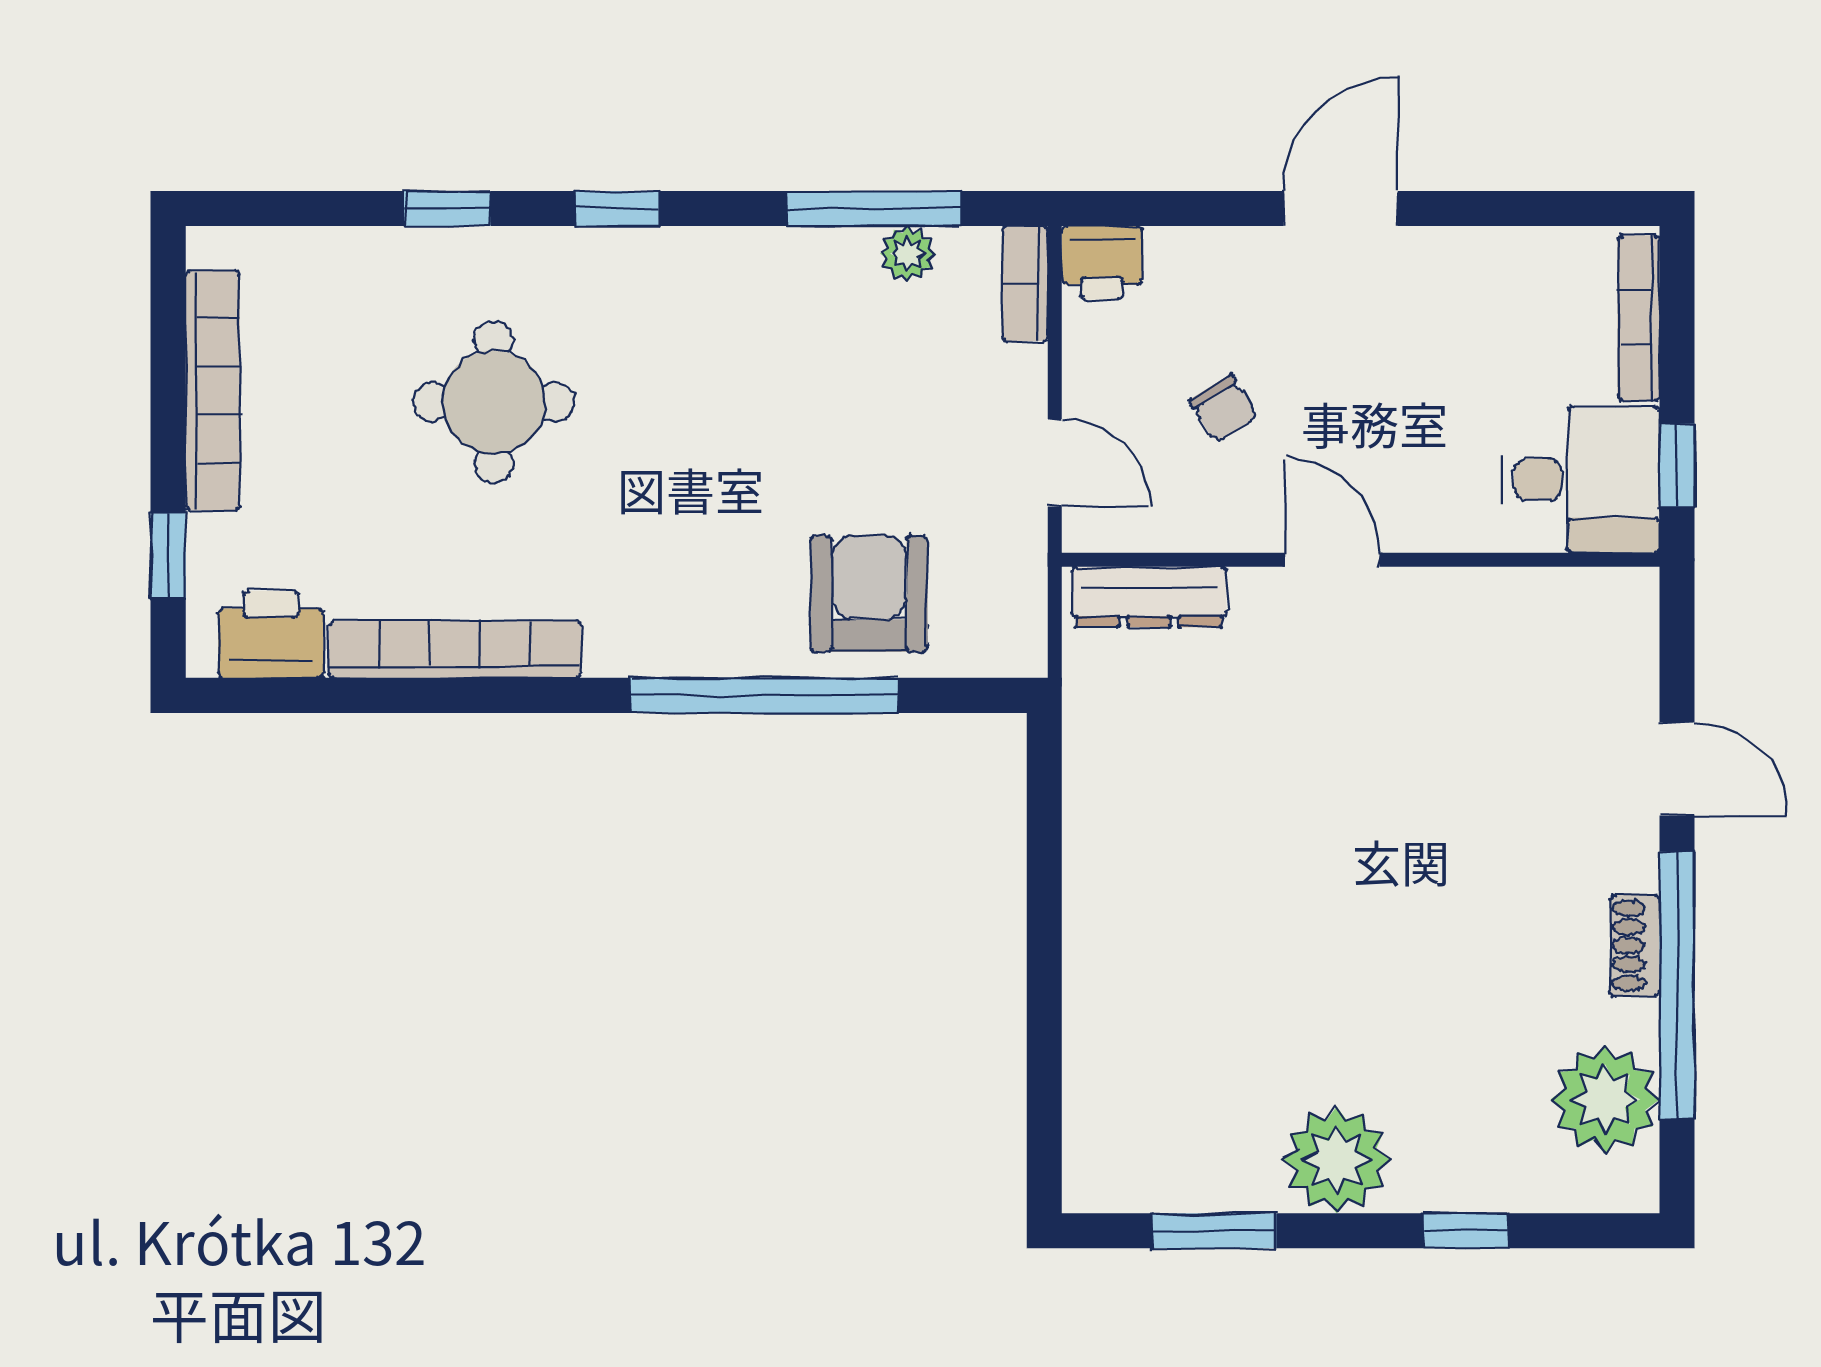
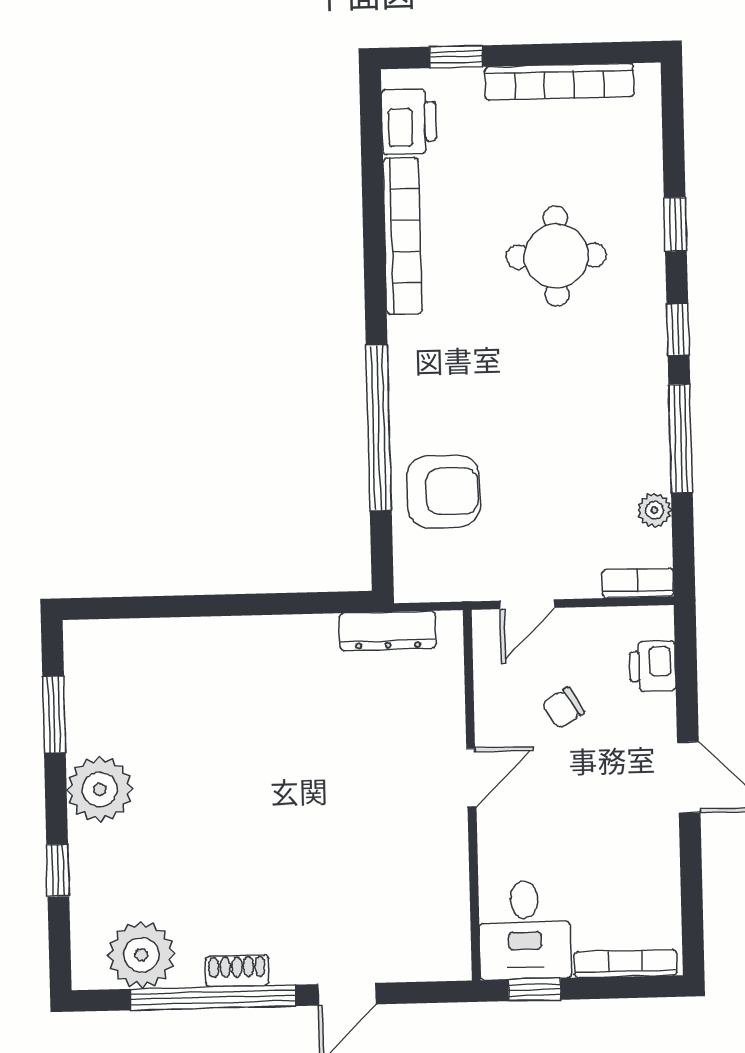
window: (874, 209) -> (681, 439), moved
printer: (1102, 263) -> (653, 666), moved
dresser: (1149, 597) -> (388, 631), moved, turned -90

